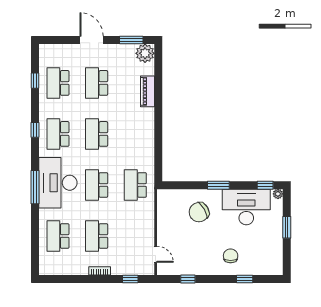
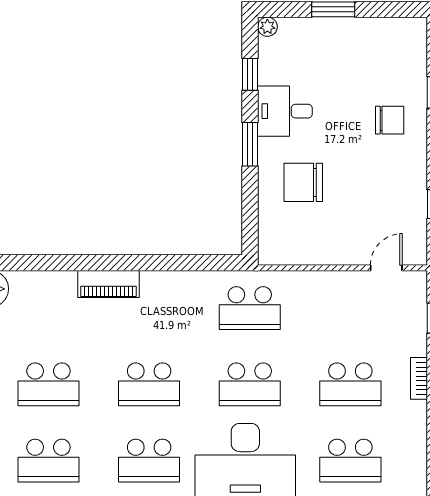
piano: (147, 91) -> (108, 284), moved
window: (265, 185) -> (250, 74), moved
desk: (246, 207) -> (285, 111), width x0.53, depth x0.77
chair: (199, 212) -> (303, 182), turned 120
chair: (231, 256) -> (390, 120), turned 180

